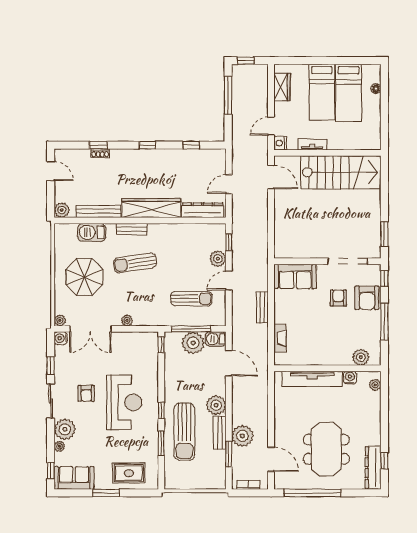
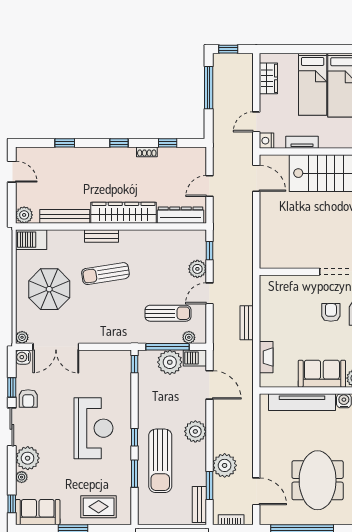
shoe rack: (100, 153) -> (147, 152), moved
barbecue: (92, 232) -> (31, 240), moved
sofa: (295, 276) -> (322, 374), moved, turned 180
plant: (127, 320) -> (189, 337), moved
armchair: (86, 393) -> (28, 398), moved
bench: (220, 433) -> (199, 504), moved

